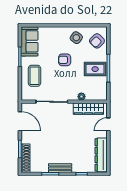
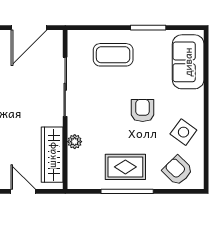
sofa: (29, 41) -> (188, 62), moved, turned 90
rug: (95, 69) -> (125, 167), turned 90

